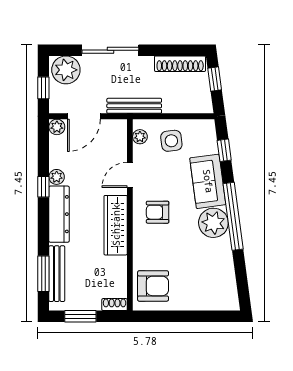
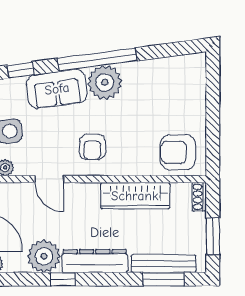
plant: (57, 177) -> (44, 256), width x1.88, depth x1.88
wardrobe: (116, 225) -> (135, 196), moved
armchair: (153, 286) -> (178, 152), turned -90

